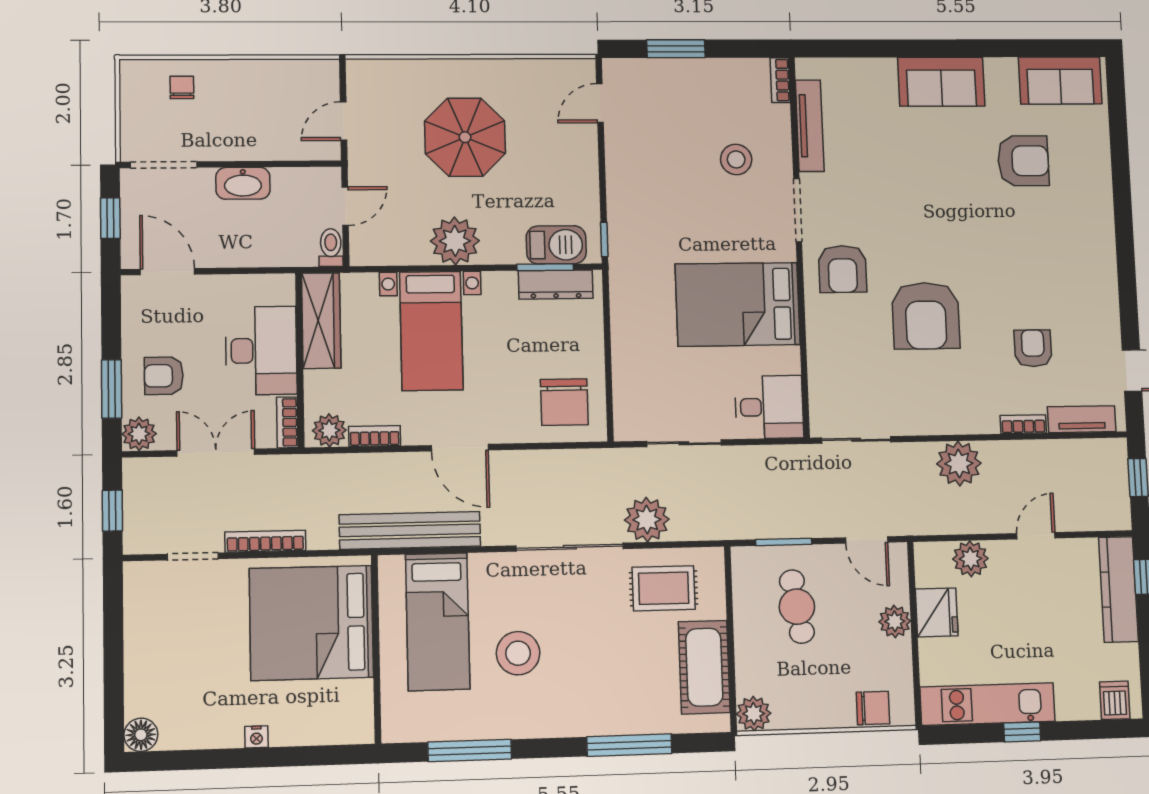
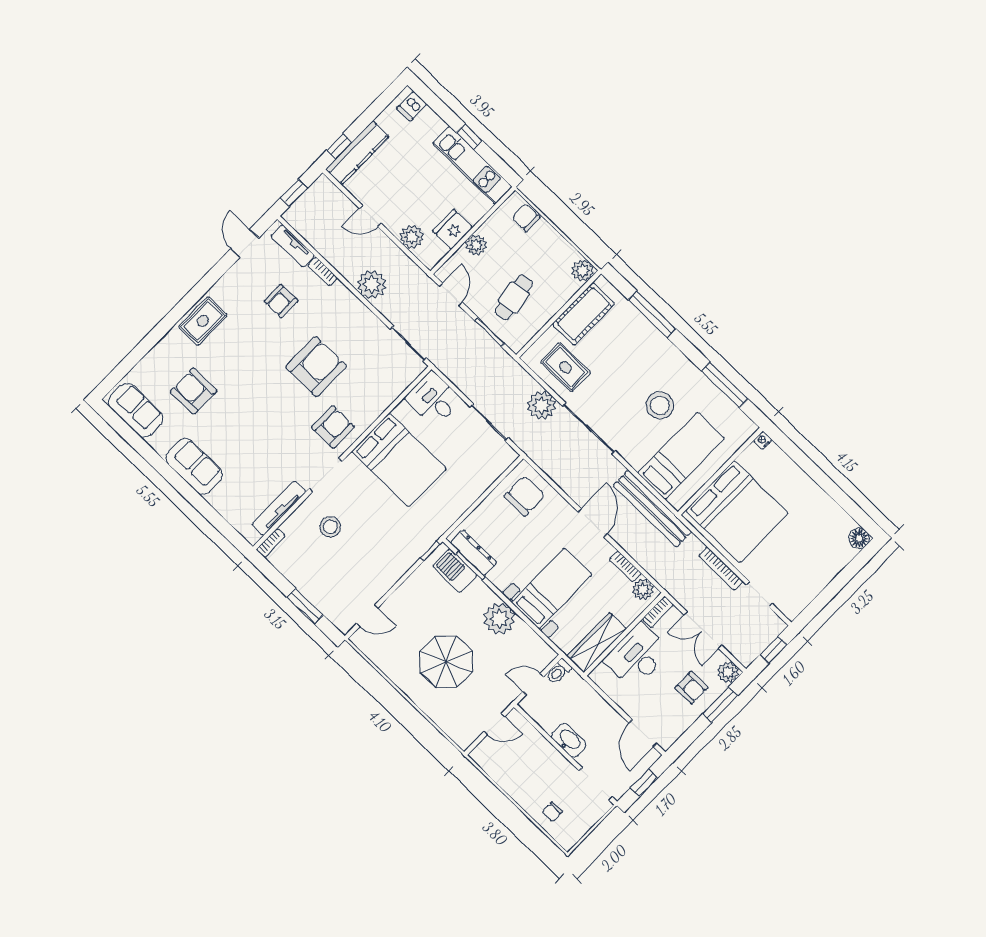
rug: (1090, 244) -> (203, 321), added
nightstand: (256, 737) -> (763, 440), moved, turned -90

